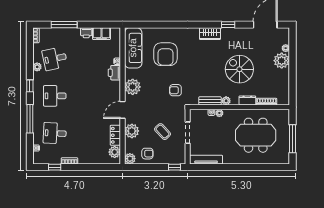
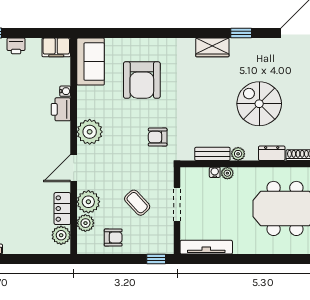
filing cabinet: (101, 34) -> (56, 47), moved
sofa: (133, 48) -> (91, 62), width x0.73
plant: (130, 159) -> (85, 223), moved

